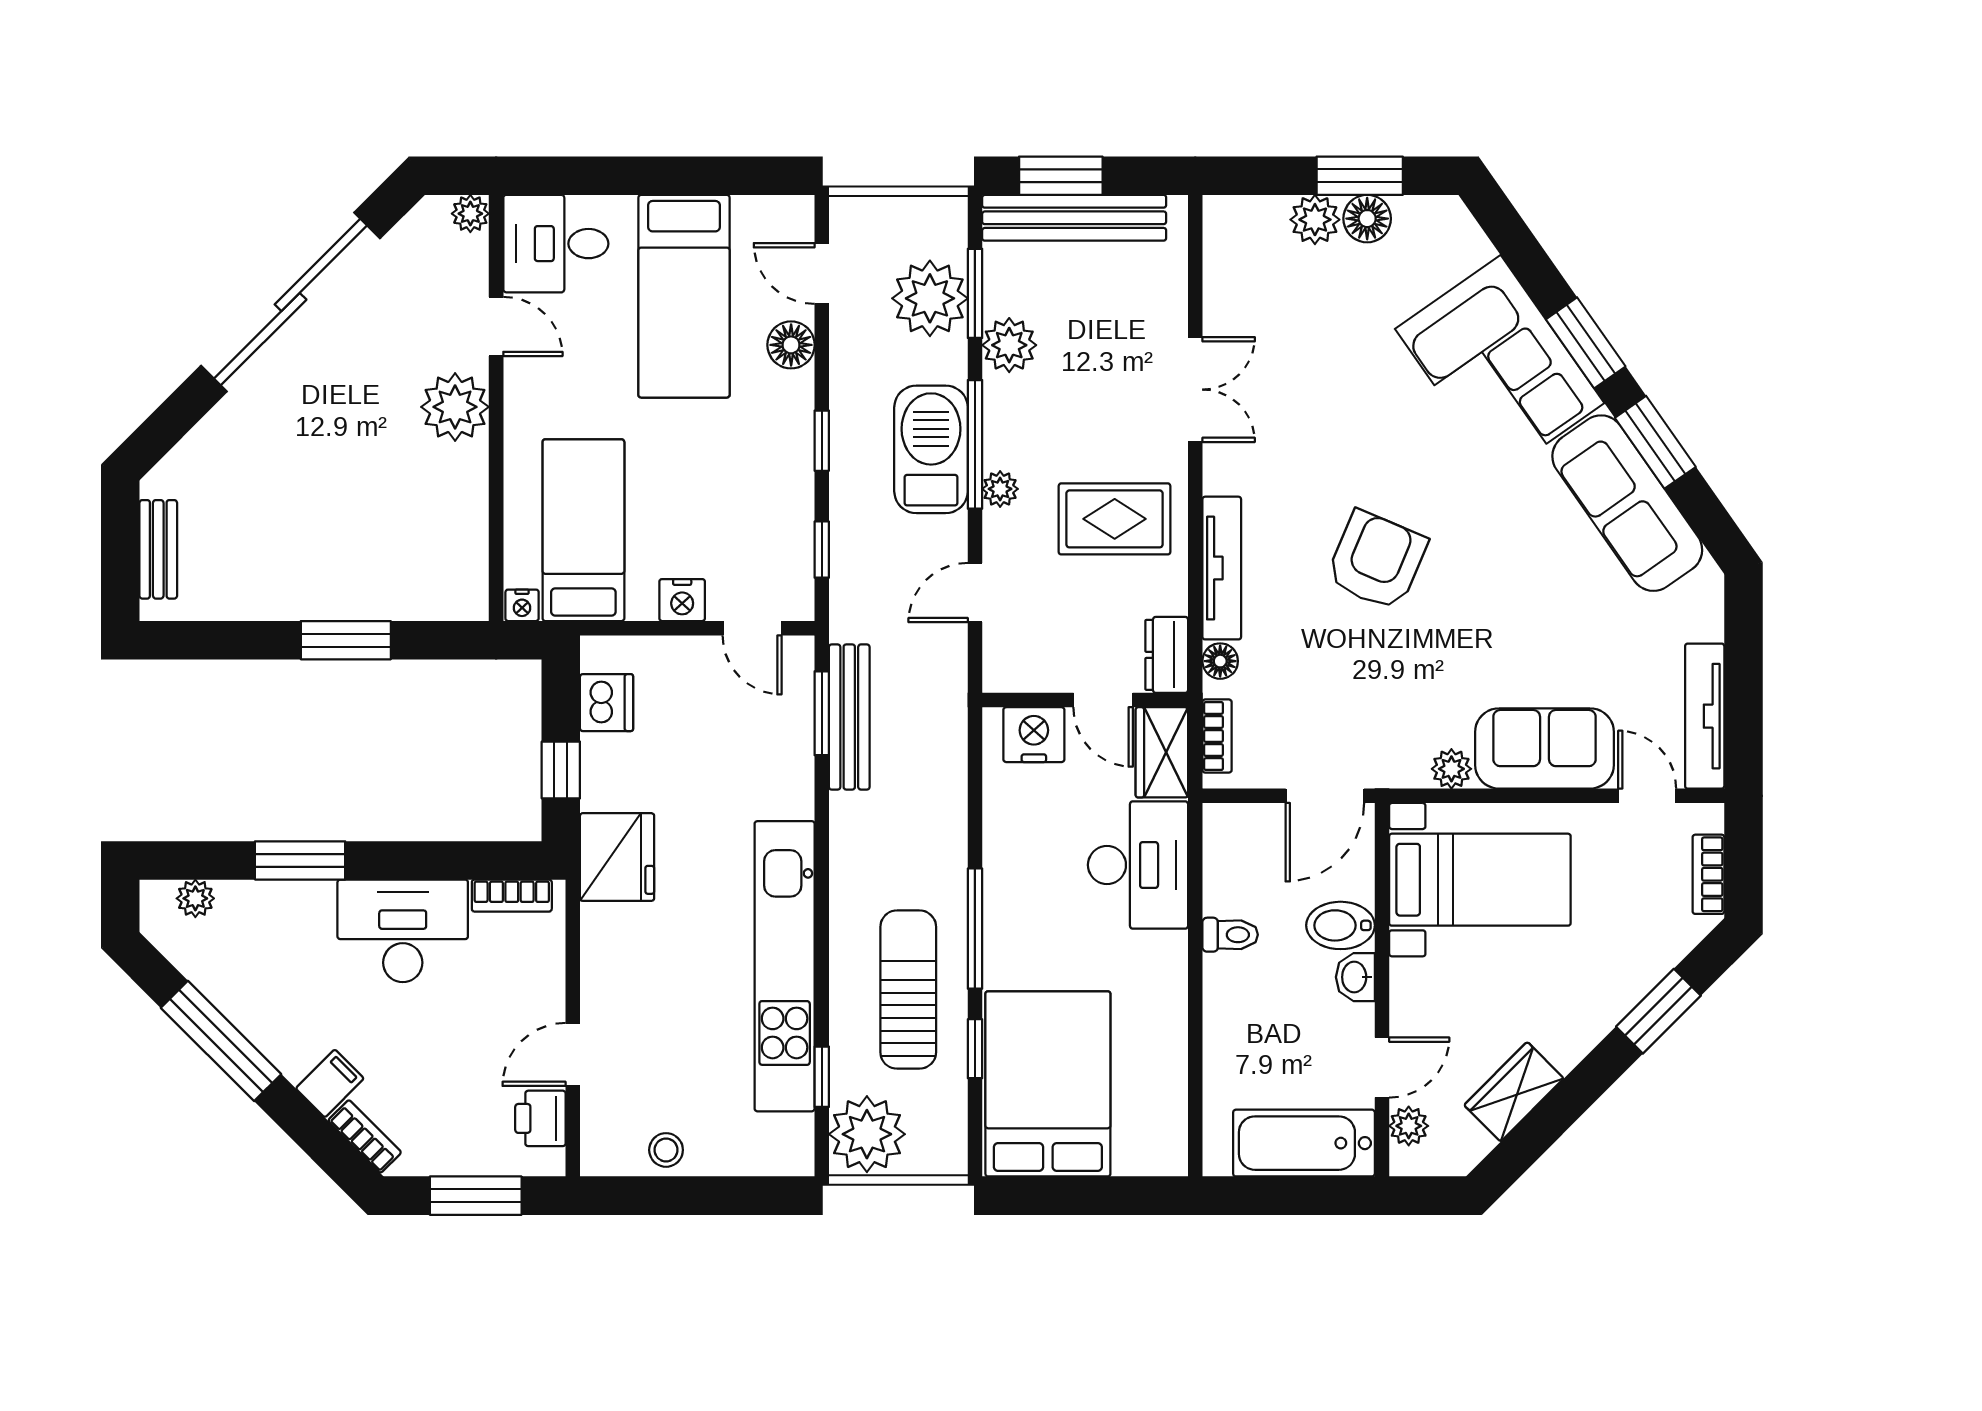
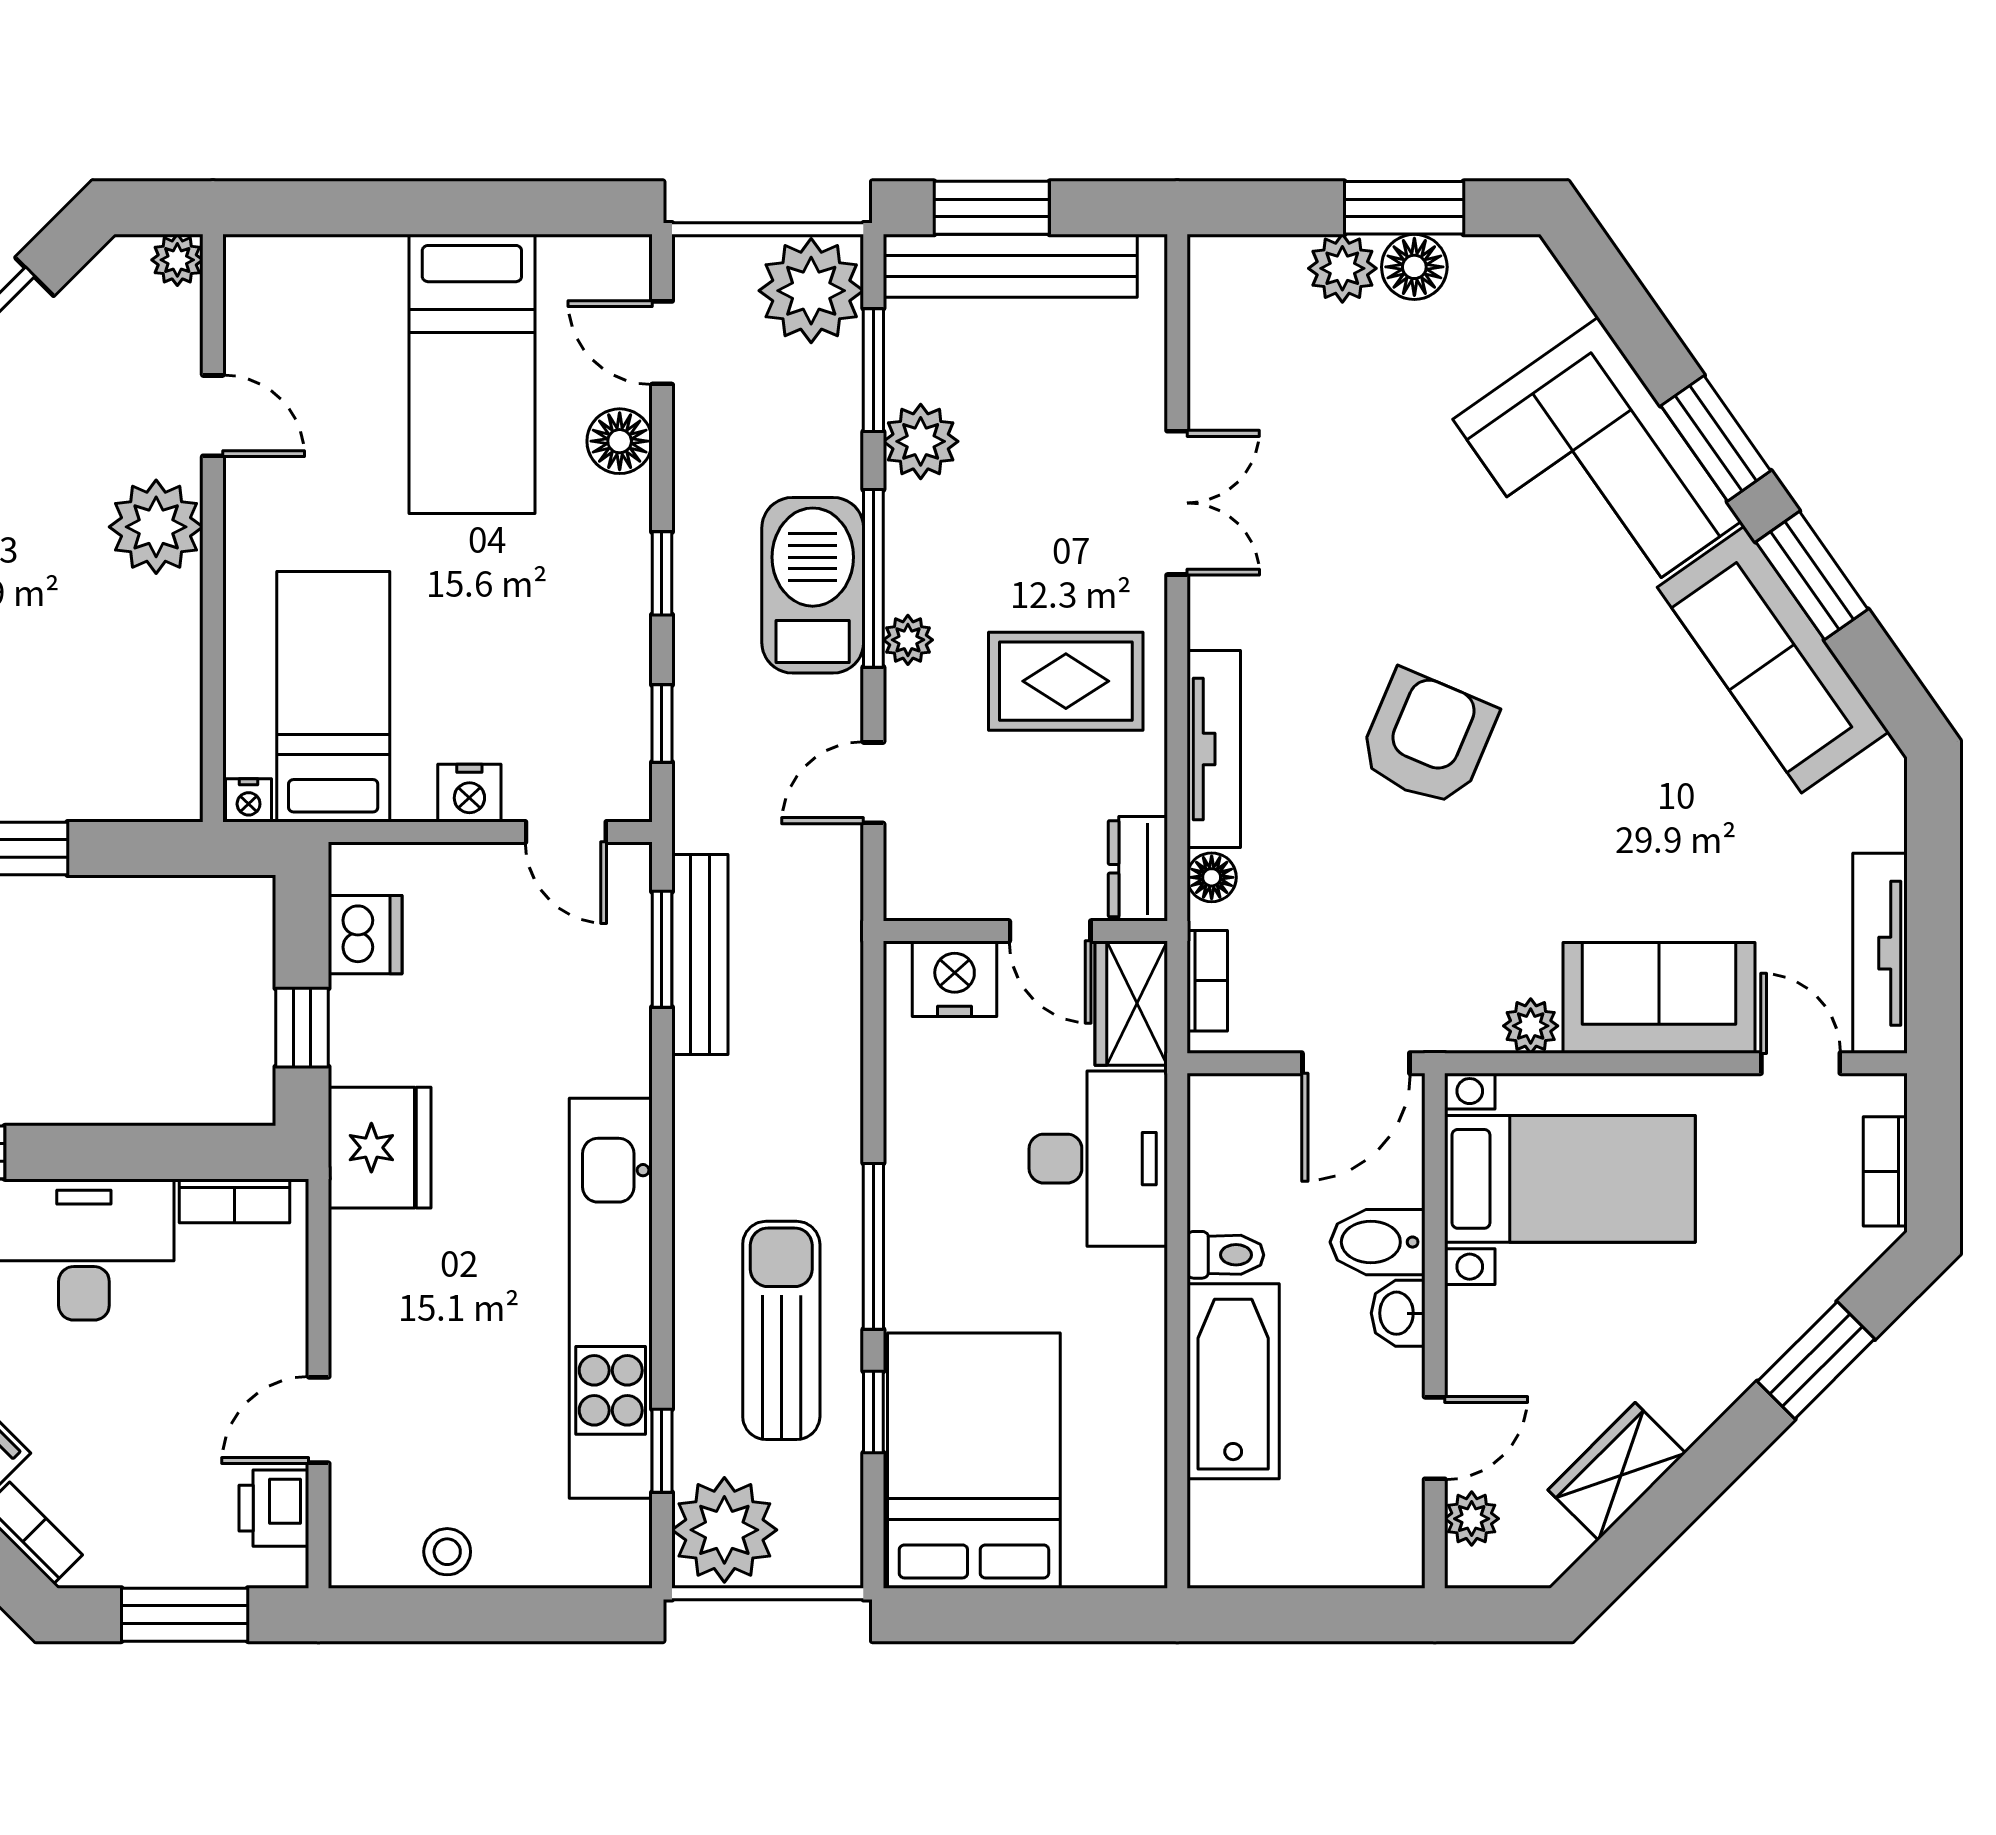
desk: (556, 244) -> (295, 301), removed
plant: (930, 298) -> (811, 291), moved
bathtub: (1304, 1143) -> (1233, 1381), moved, turned 90

